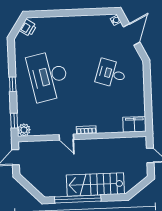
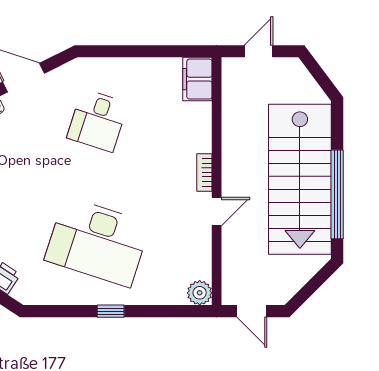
desk: (48, 76) -> (97, 242), turned 30
window: (14, 121) -> (181, 311), removed
stairs: (95, 184) -> (300, 179), width x1.36, depth x1.51

